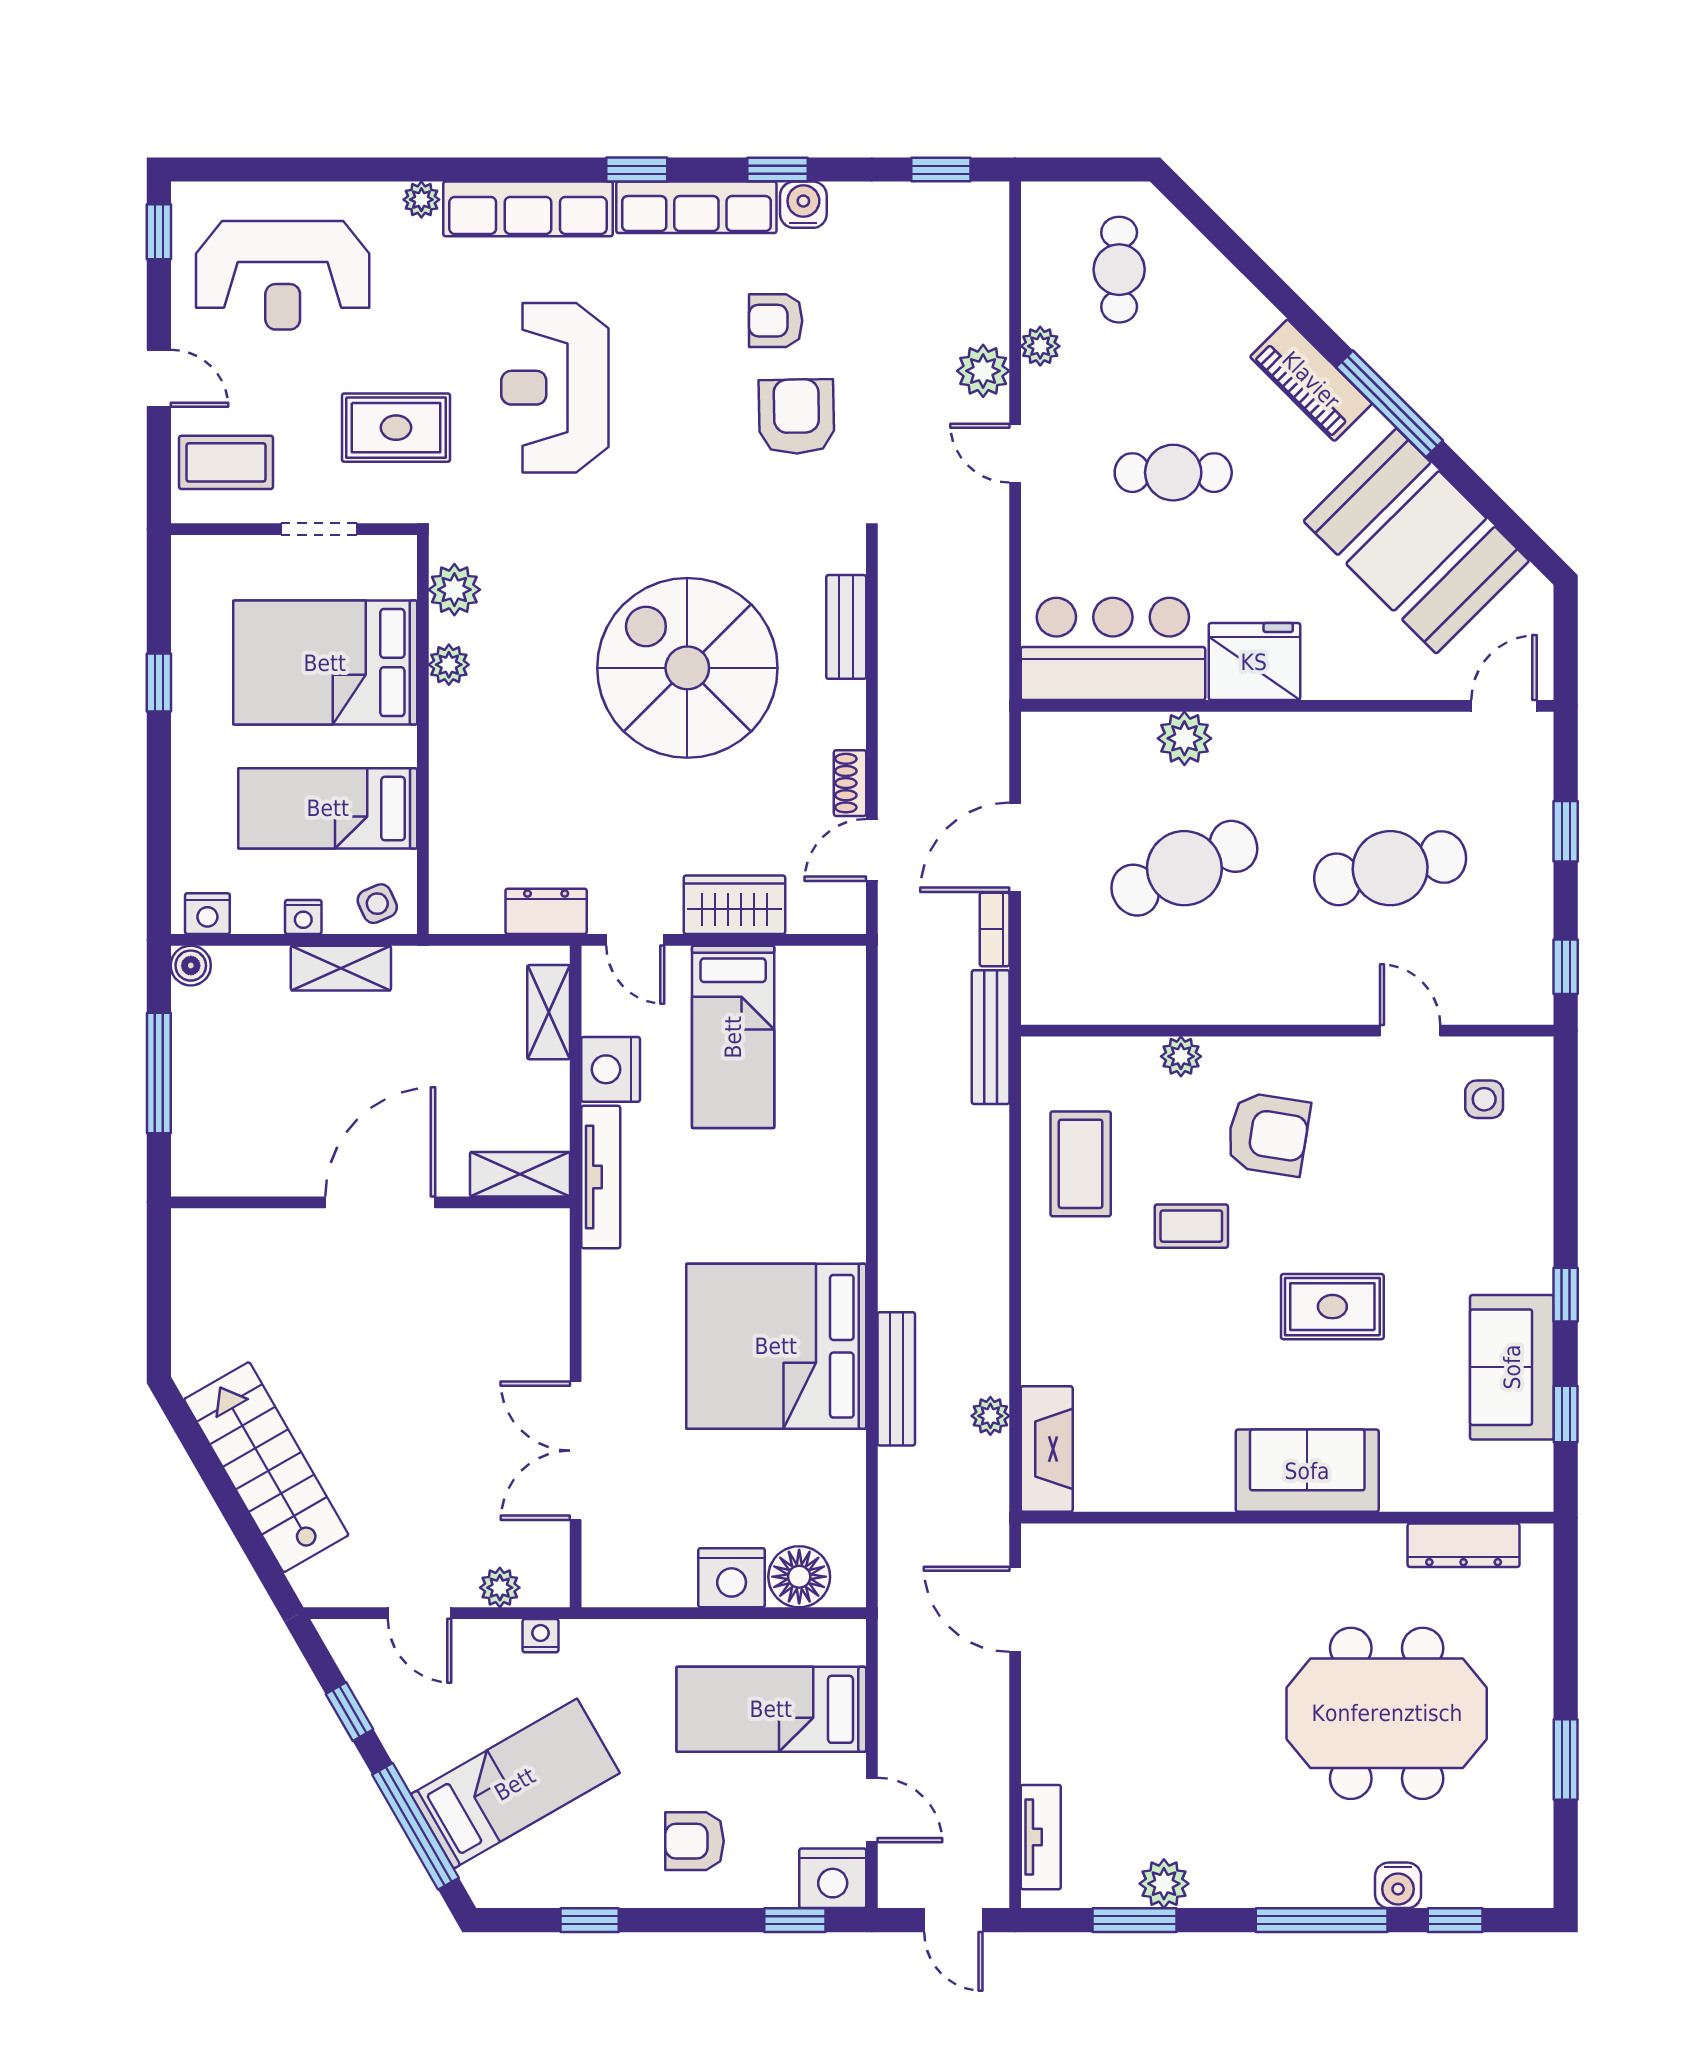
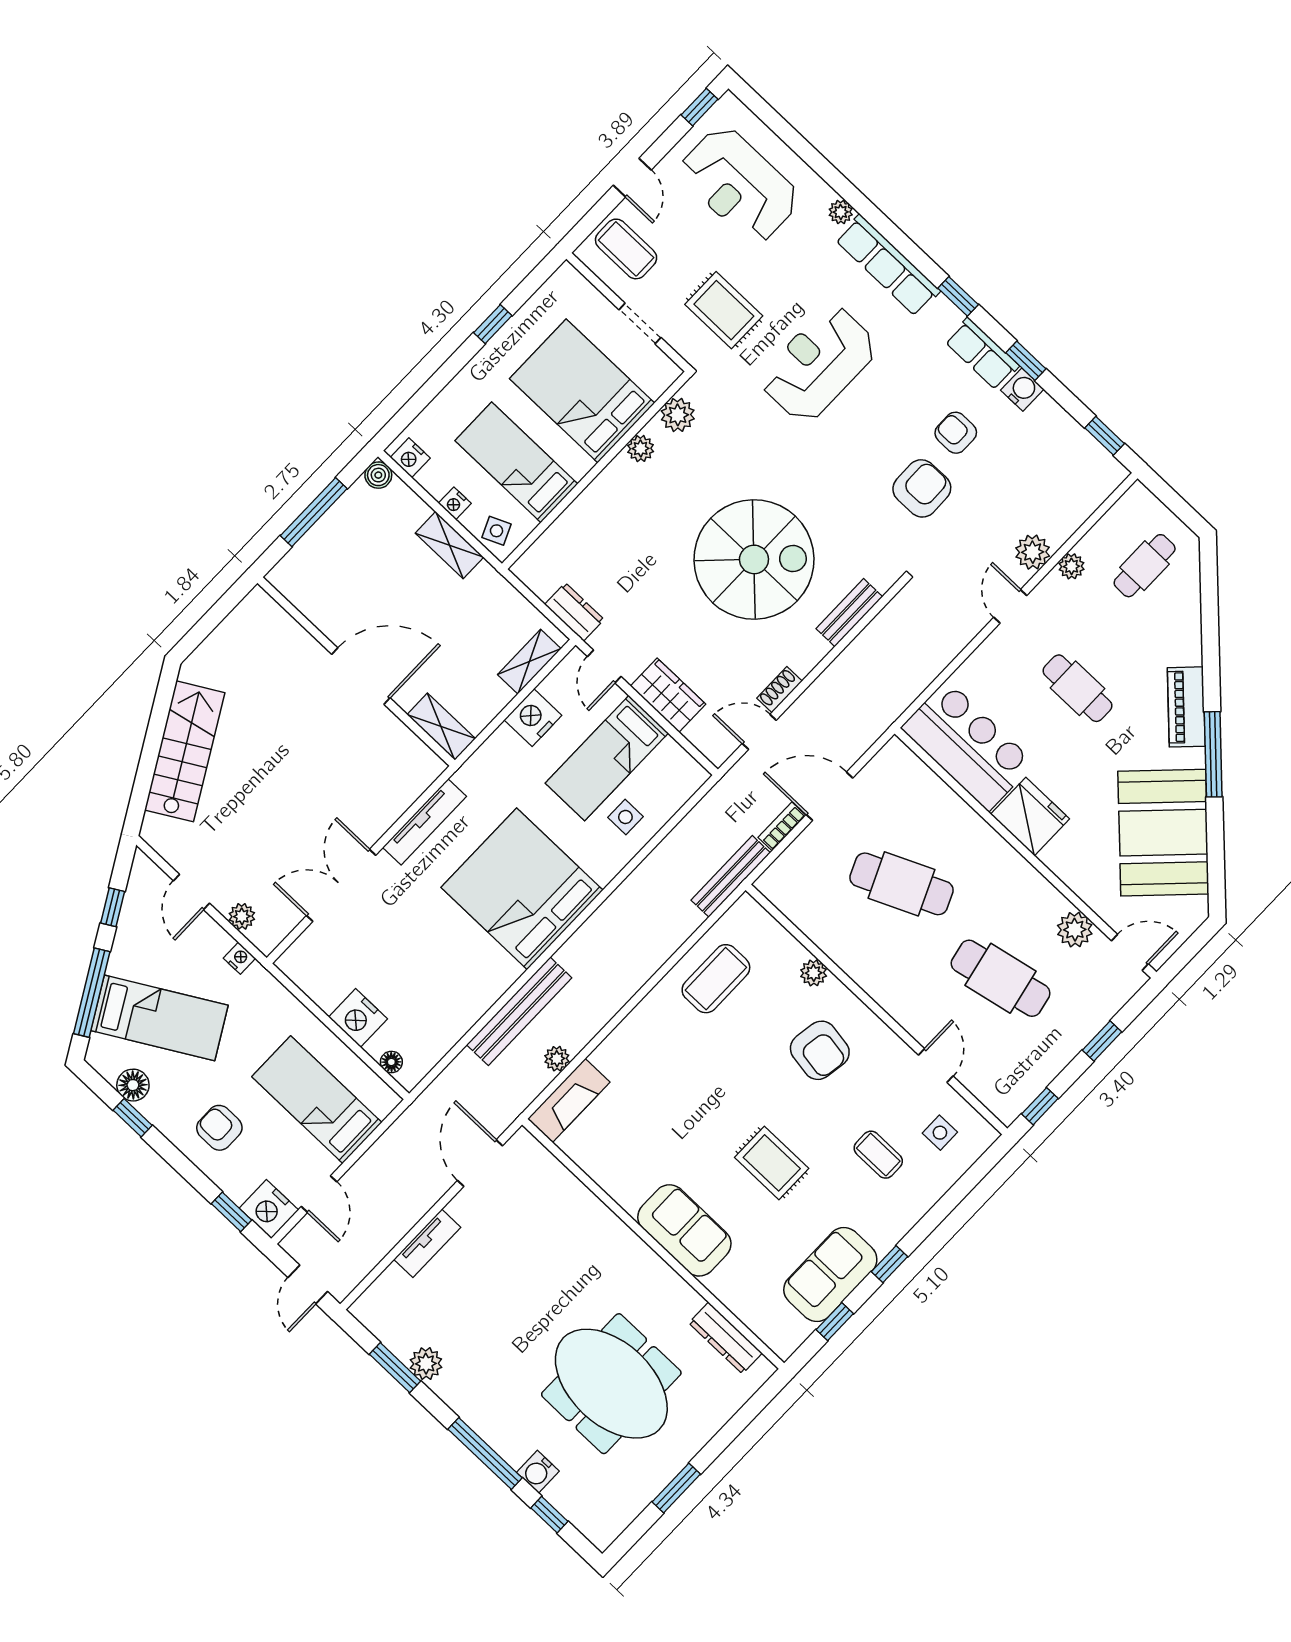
row of seats: (696, 207) -> (982, 354), width x0.68
spiral stairs: (687, 668) -> (754, 559), turned 90
plant: (1184, 738) -> (1075, 930), moved
side table: (814, 1082) -> (625, 817), added
tv unit: (601, 1177) -> (425, 822), moved
coffee table: (1191, 1226) -> (878, 1155), moved
bed: (776, 1346) -> (522, 889), moved
bench: (896, 1379) -> (519, 1011), width x1.37, depth x1.21
floor lamp: (799, 1577) -> (391, 1062), width x0.53, depth x0.53
tv unit: (1041, 1837) -> (427, 1243), moved
floor lamp: (556, 1884) -> (133, 1085), added

